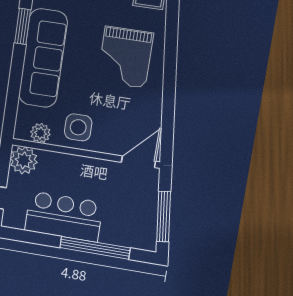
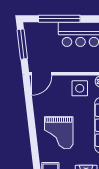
grand piano: (125, 57) -> (59, 133), turned 180

